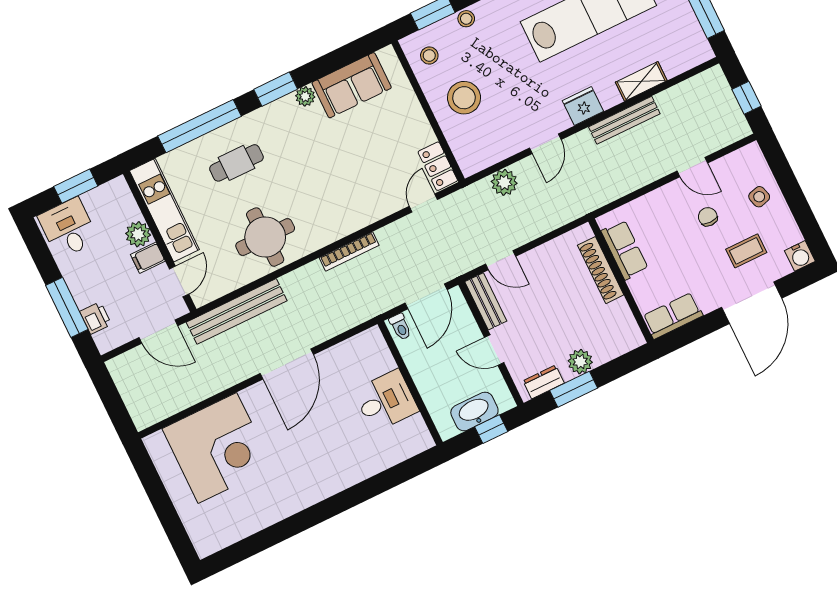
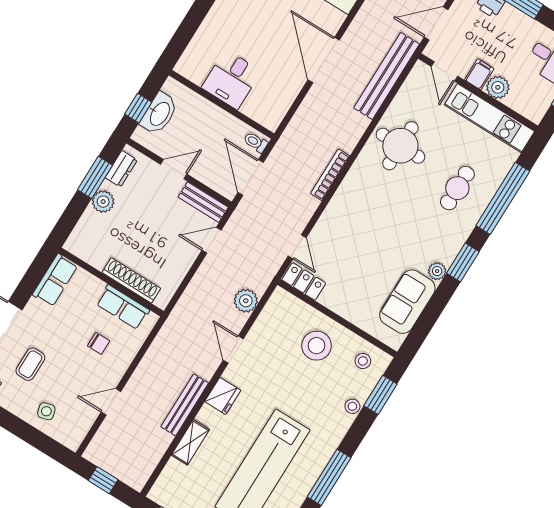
chair: (708, 217) -> (99, 343), moved

